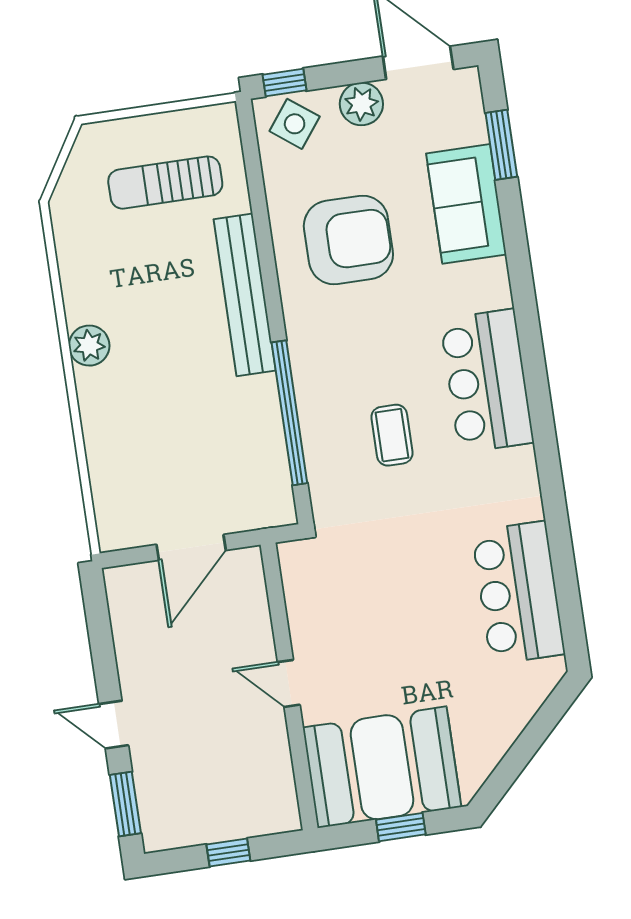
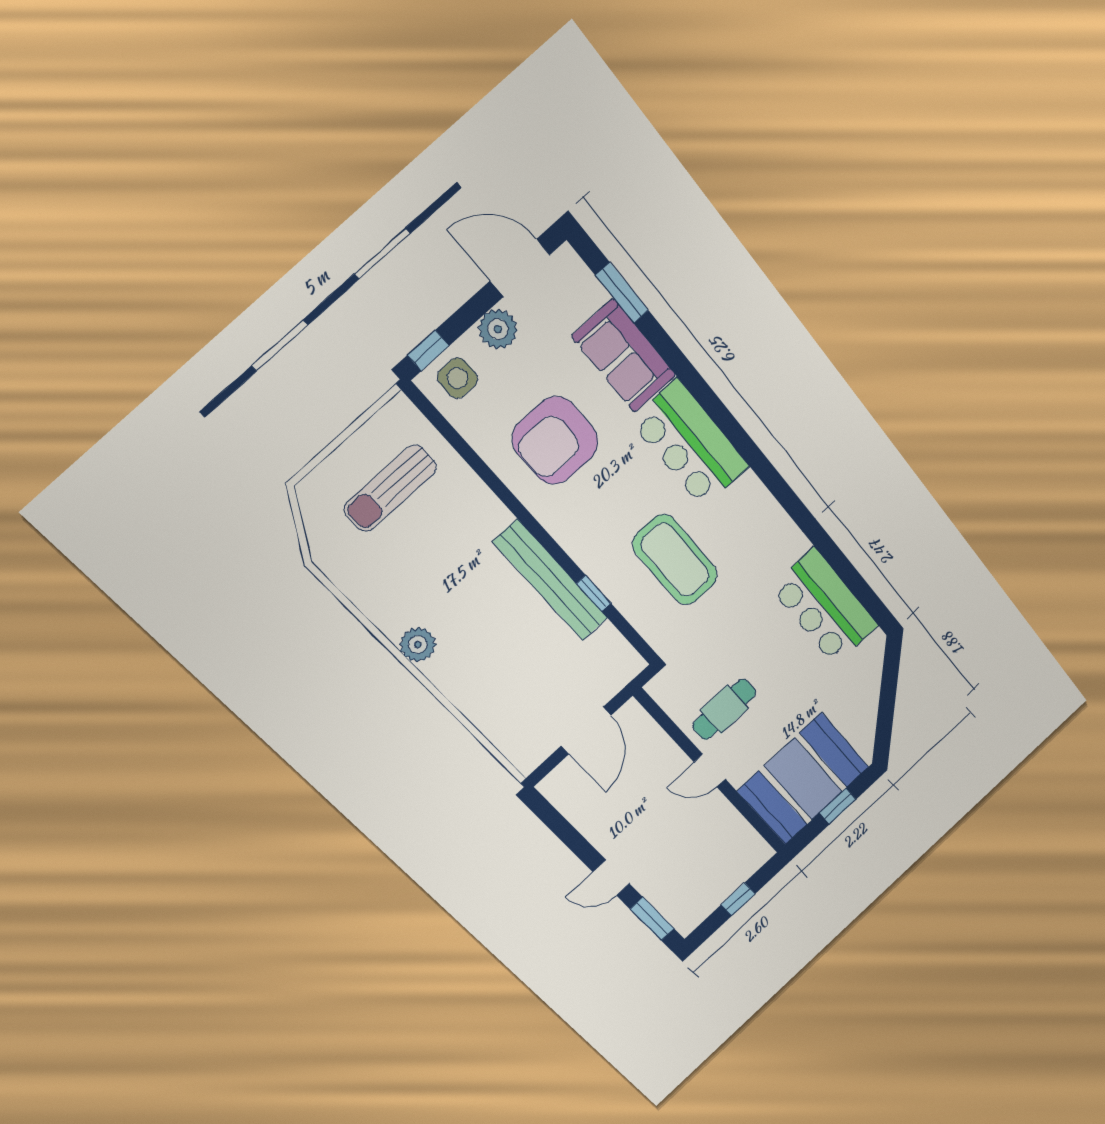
side table: (295, 124) -> (457, 378), turned -37
armchair: (348, 240) -> (555, 440), turned 180
bench: (245, 295) -> (551, 580), moved
bar counter: (487, 381) -> (690, 444), moved
window: (289, 413) -> (594, 593), width x0.32
coffee table: (392, 435) -> (675, 560), width x1.86, depth x1.72
cafe table: (345, 627) -> (724, 709), added

